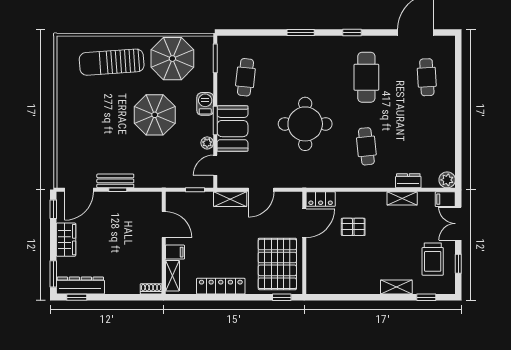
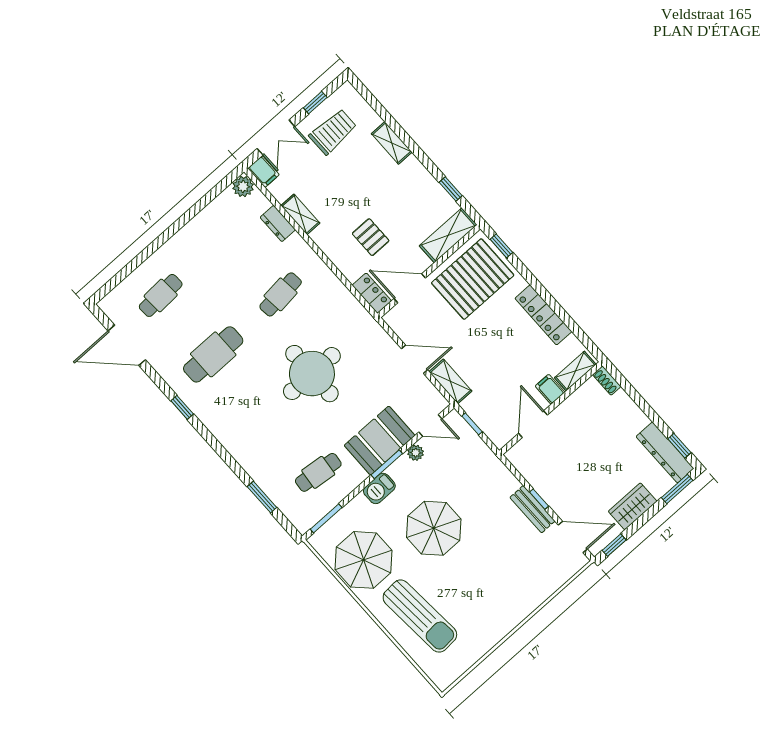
window: (301, 33) -> (262, 497), moved
shelving: (315, 272) -> (448, 235), added
window: (426, 297) -> (451, 189), moved

